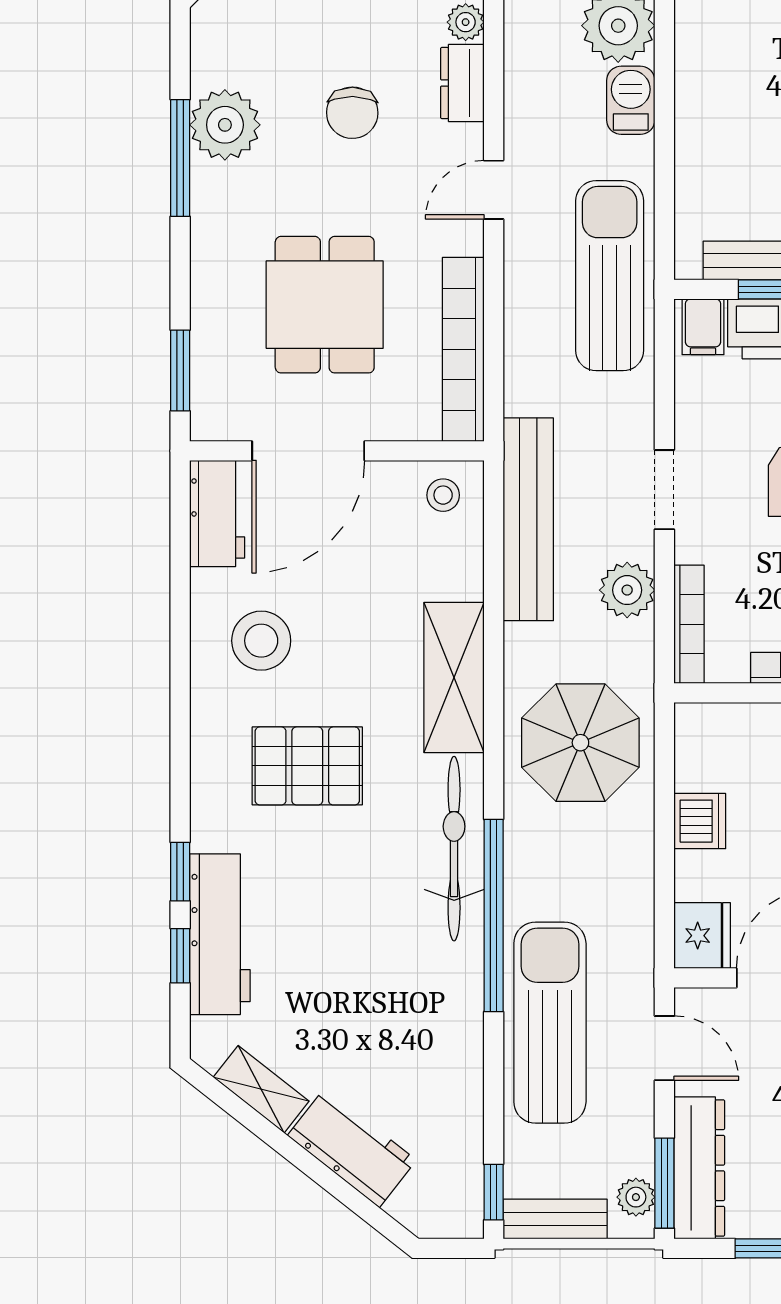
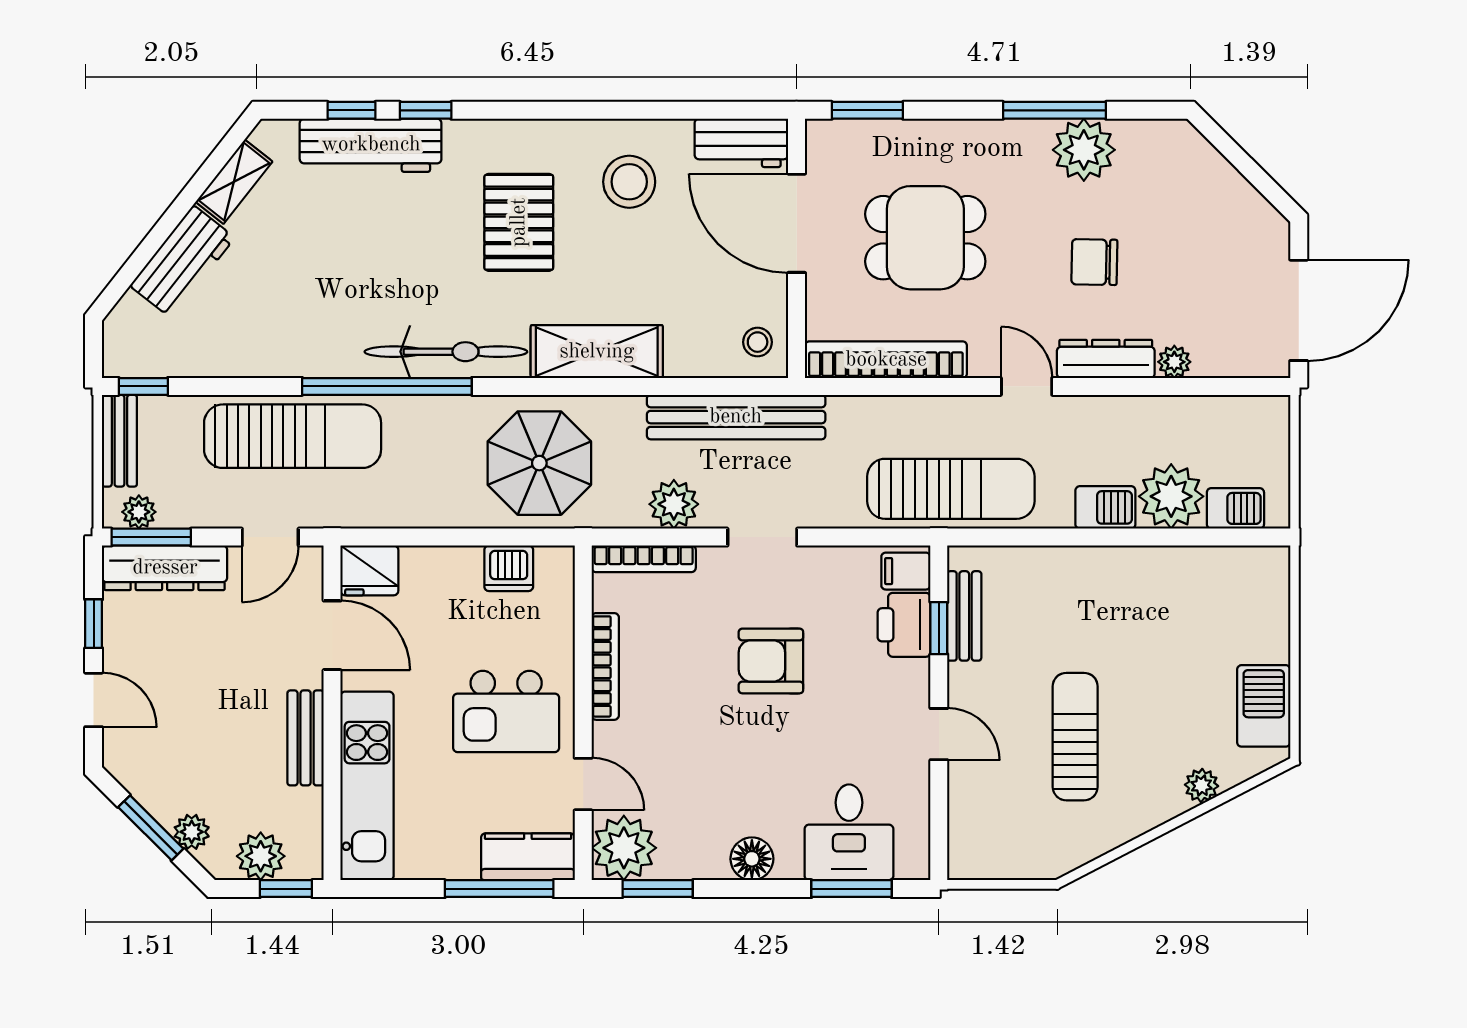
dresser: (462, 83) -> (1106, 359), width x1.44
dishwasher: (700, 821) -> (509, 568), moved

